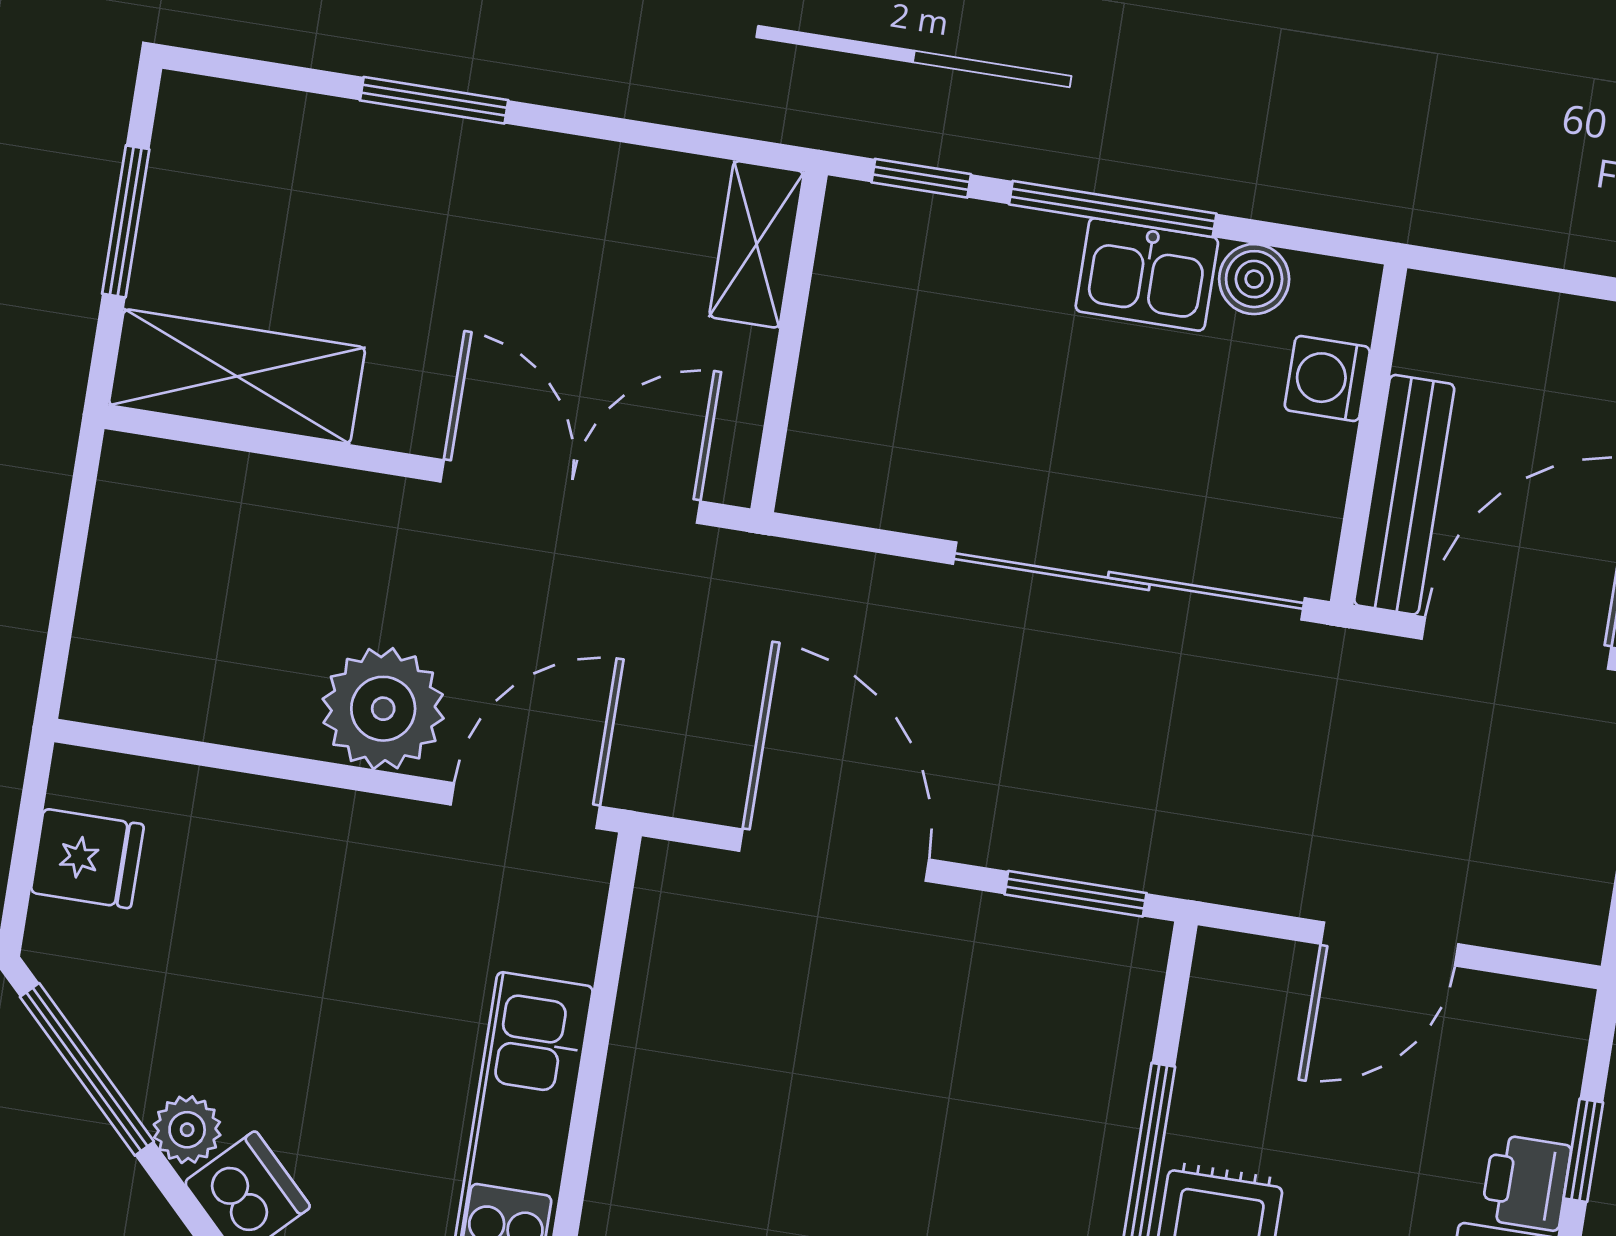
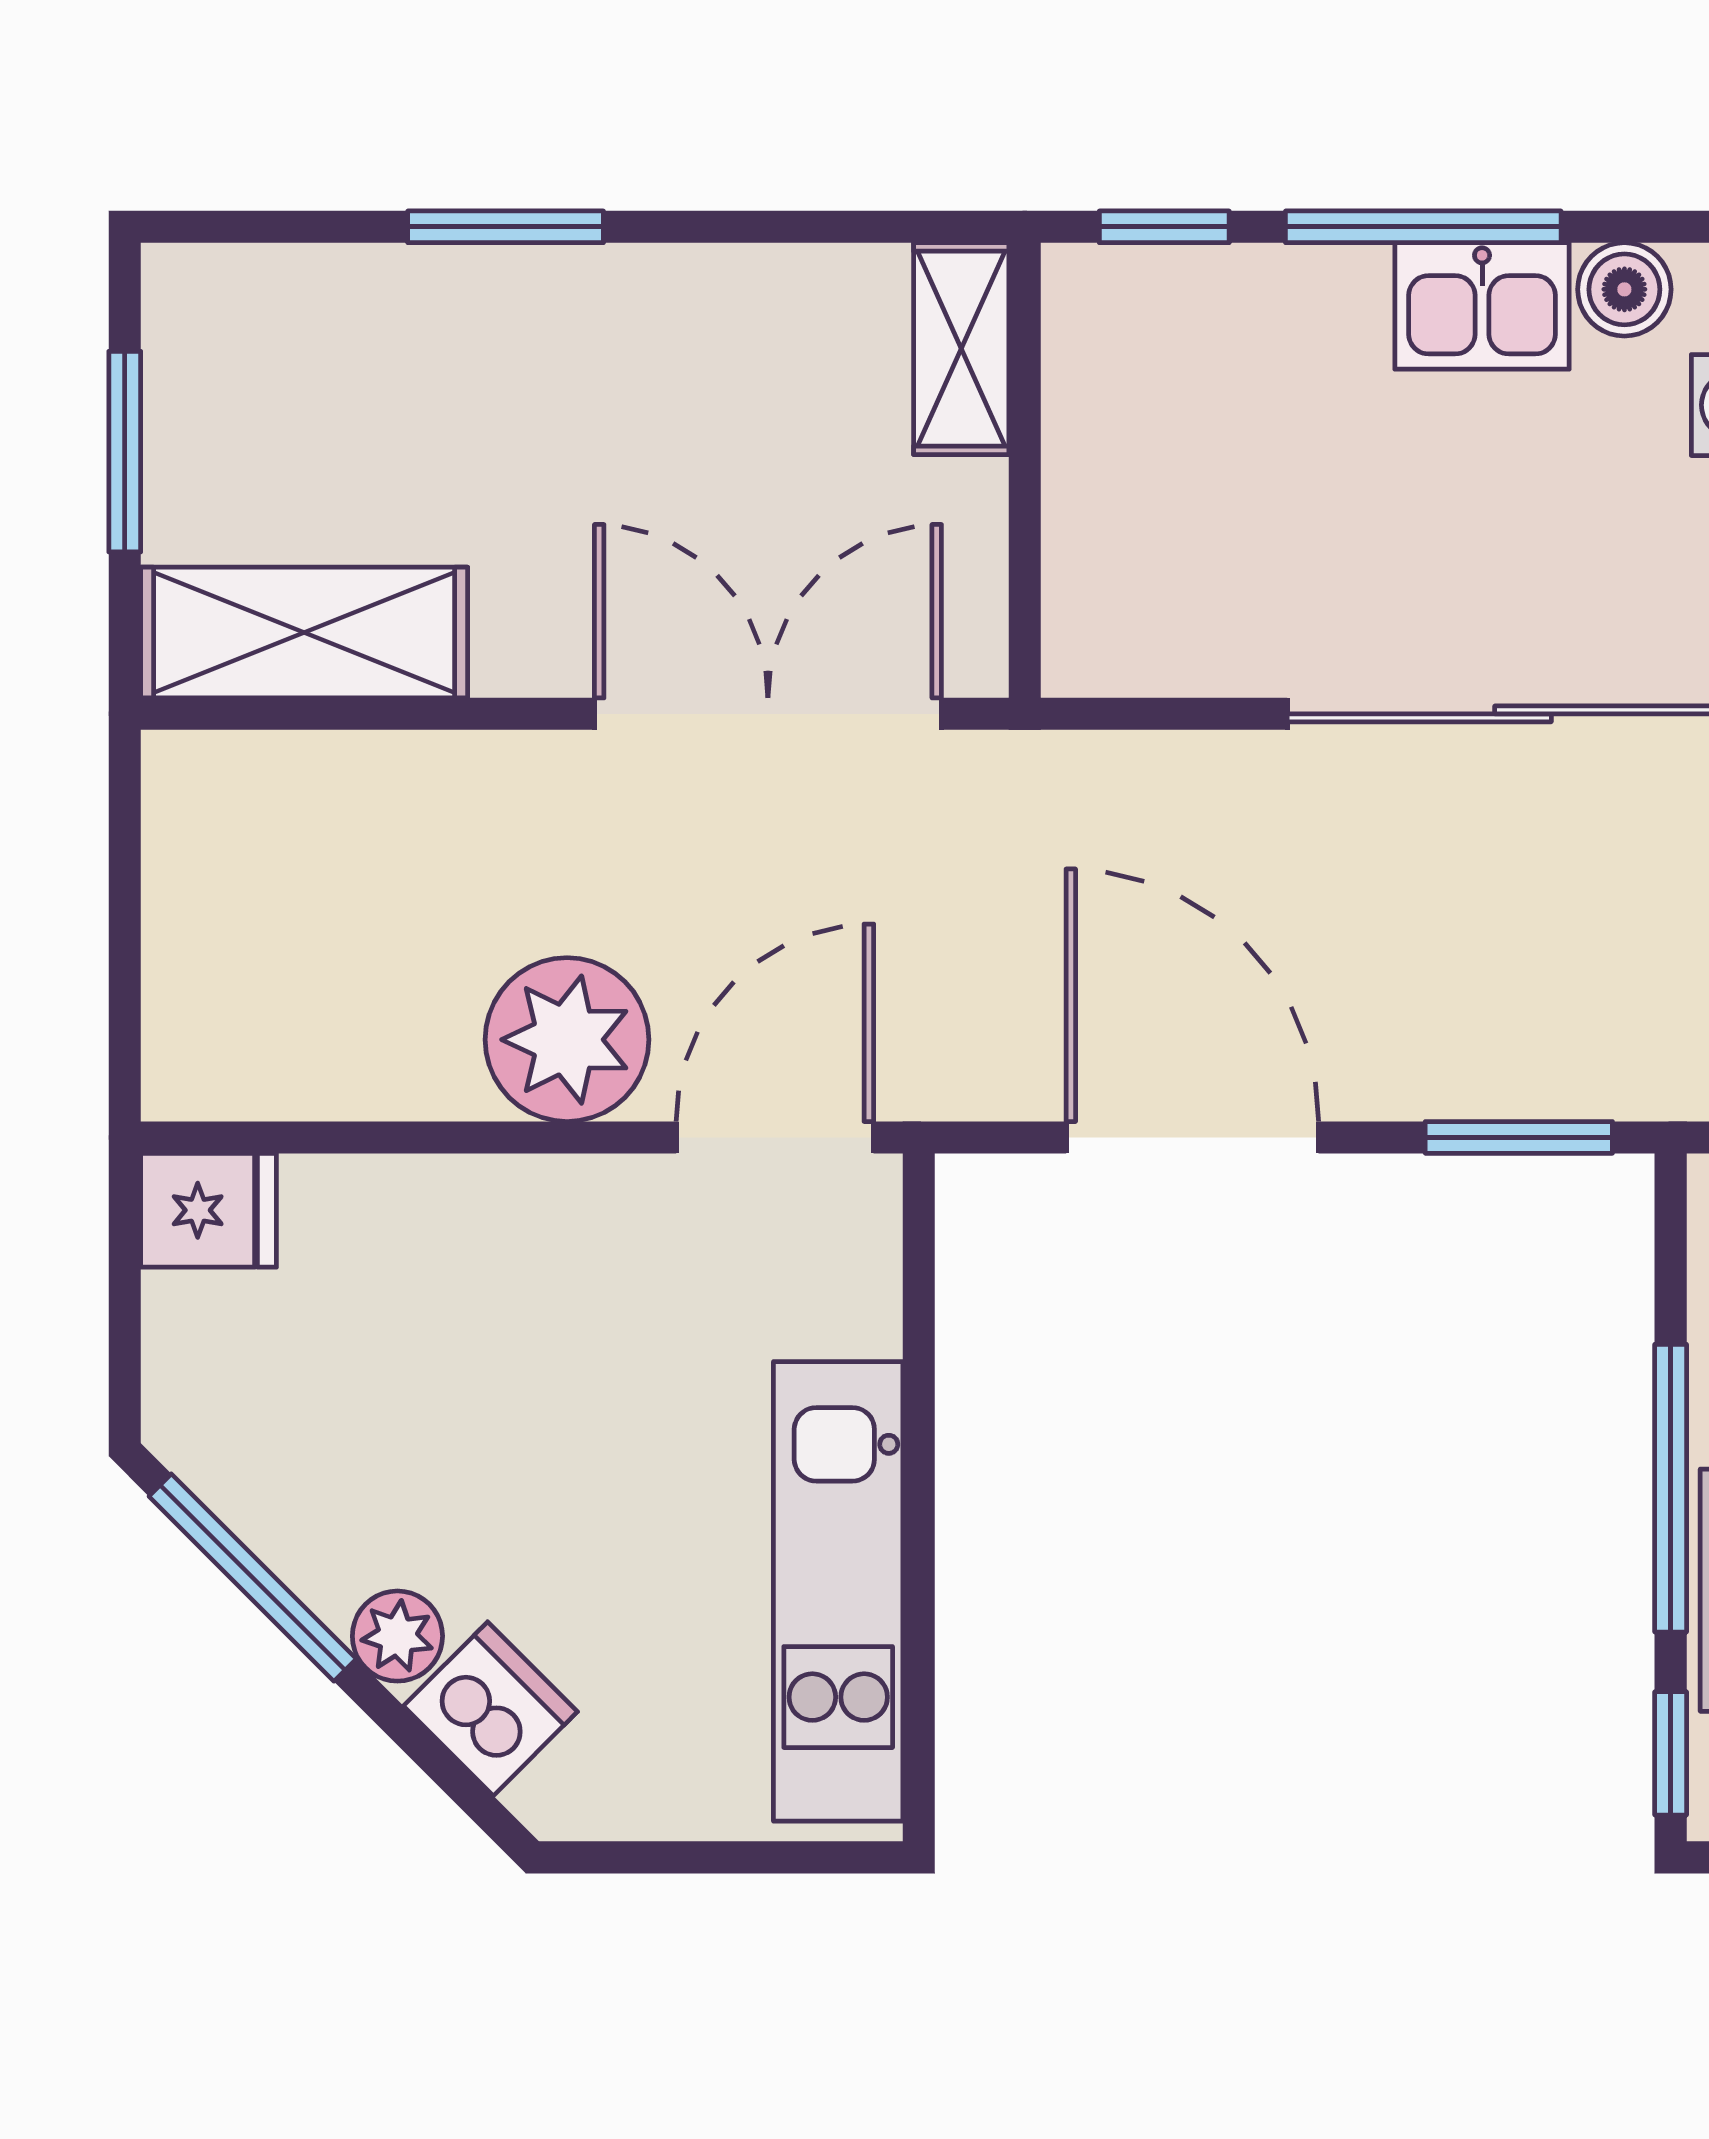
fridge: (87, 859) -> (209, 1210), moved

